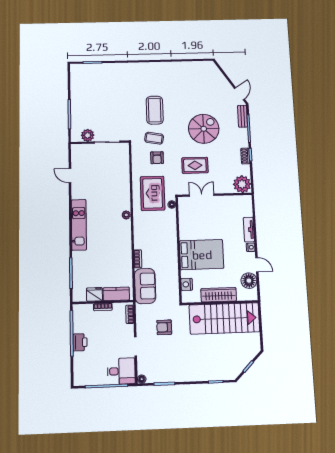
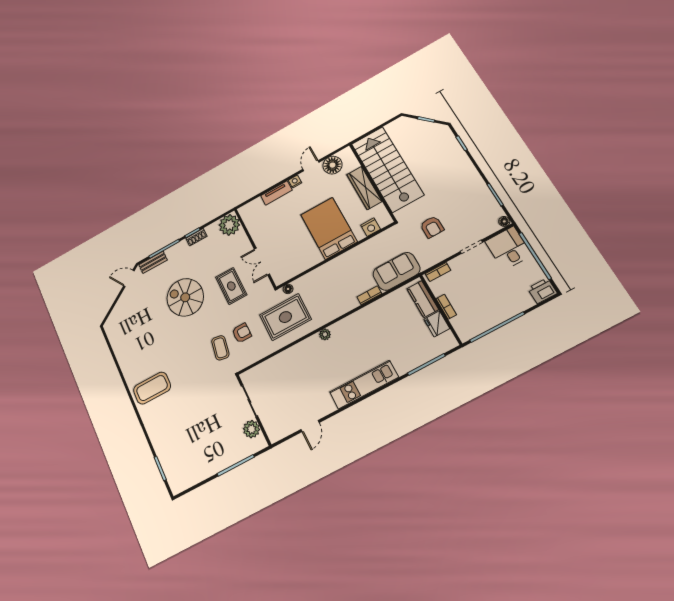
coffee table: (155, 110) -> (152, 388), moved
printer: (80, 342) -> (542, 291), moved

